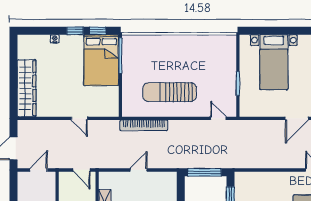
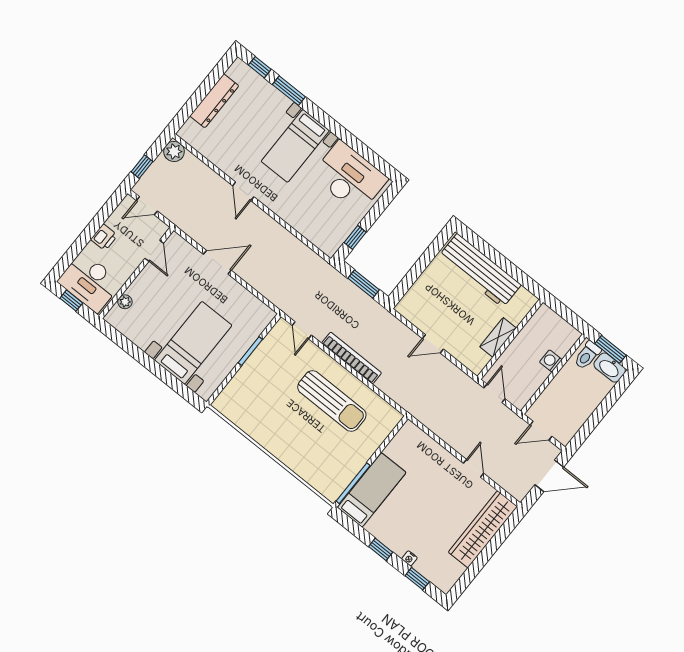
window: (98, 31) -> (417, 579), moved
bed: (101, 60) -> (372, 490), width x0.67
door: (79, 118) -> (473, 468), moved
bookcase: (144, 125) -> (352, 358), moved
window: (205, 172) -> (364, 284), width x0.69

